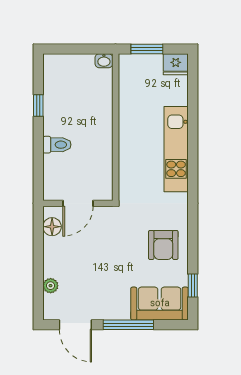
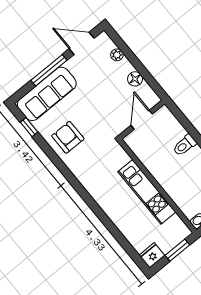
kitchen unit: (176, 149) -> (147, 192), moved, turned 180
floor lamp: (52, 227) -> (135, 79), moved
sofa: (160, 304) -> (47, 94), width x1.36

